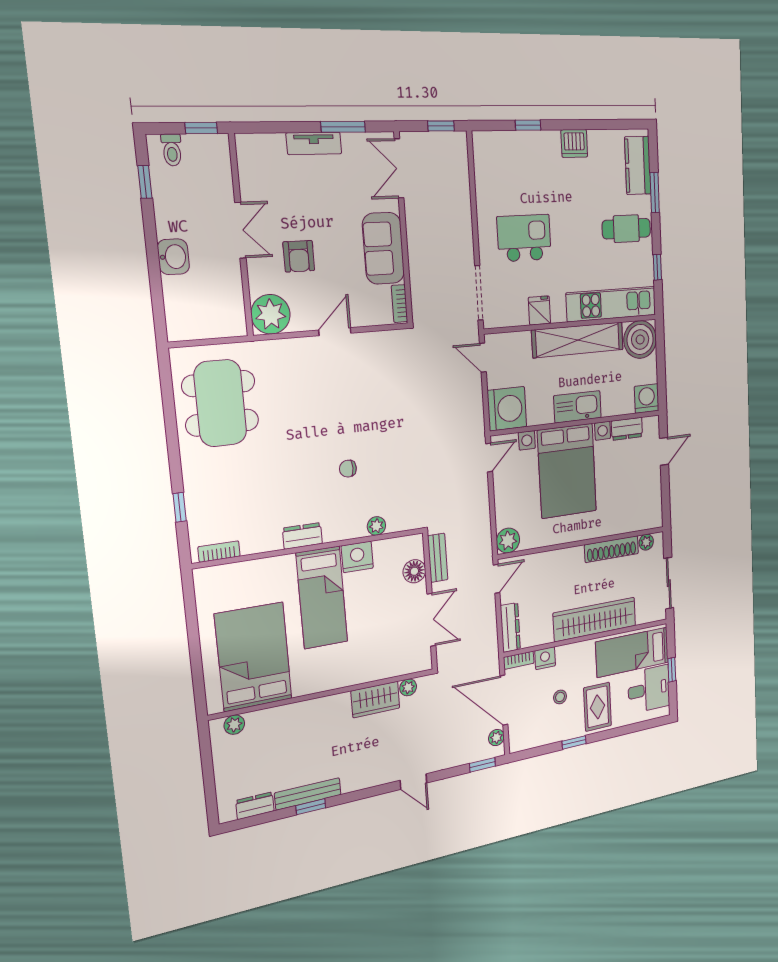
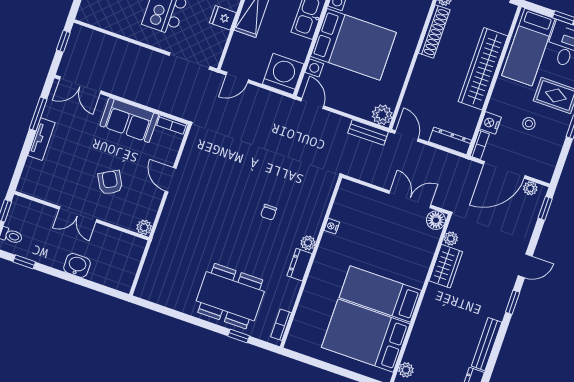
double door: (240, 230) -> (78, 214), swing flipped
armchair: (299, 256) -> (110, 182), turned -119
plant: (271, 314) -> (144, 227), width x0.53, depth x0.53
dining table: (220, 403) -> (230, 296), moved
plant: (376, 526) -> (308, 243), moved
nightstand: (357, 557) -> (332, 226), width x0.53, depth x0.56
bench: (438, 558) -> (368, 132), moved
floor lamp: (414, 571) -> (436, 220), moved
bed: (322, 598) -> (380, 294), moved, turned 180
window: (311, 807) -> (513, 302), moved

